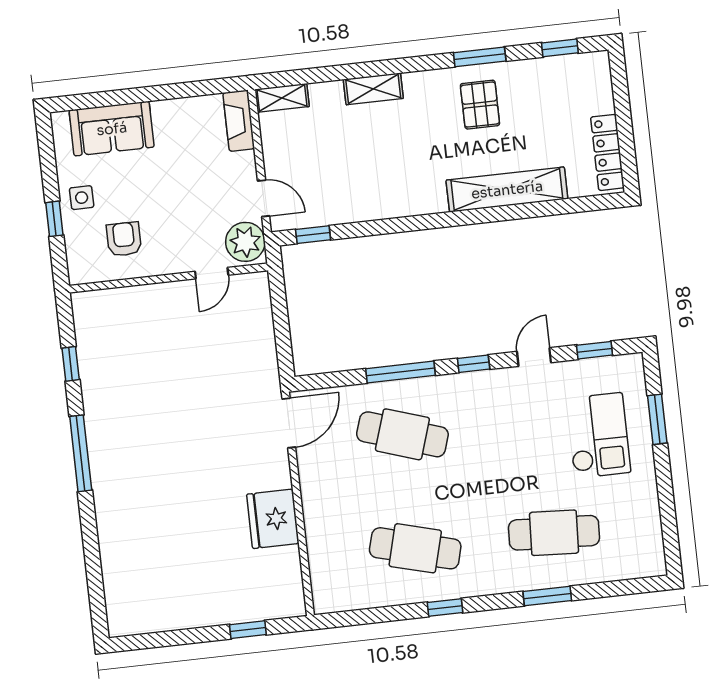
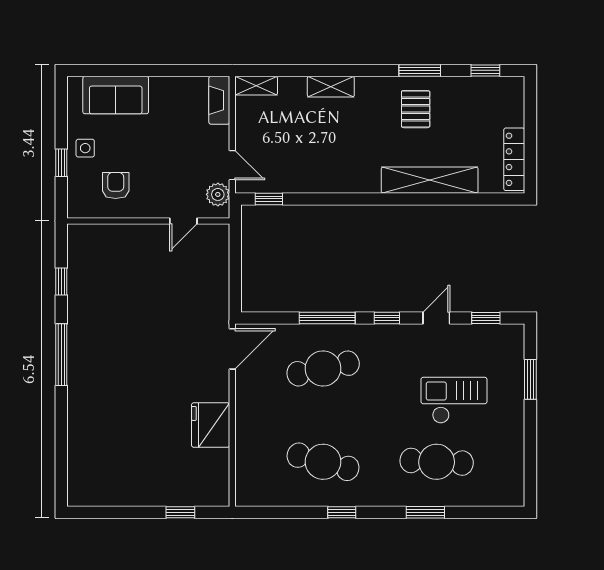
plant: (245, 242) -> (218, 194), width x0.73, depth x0.73
cafe table: (402, 434) -> (323, 368), turned -30
checkout: (598, 435) -> (454, 400), moved, turned -90

